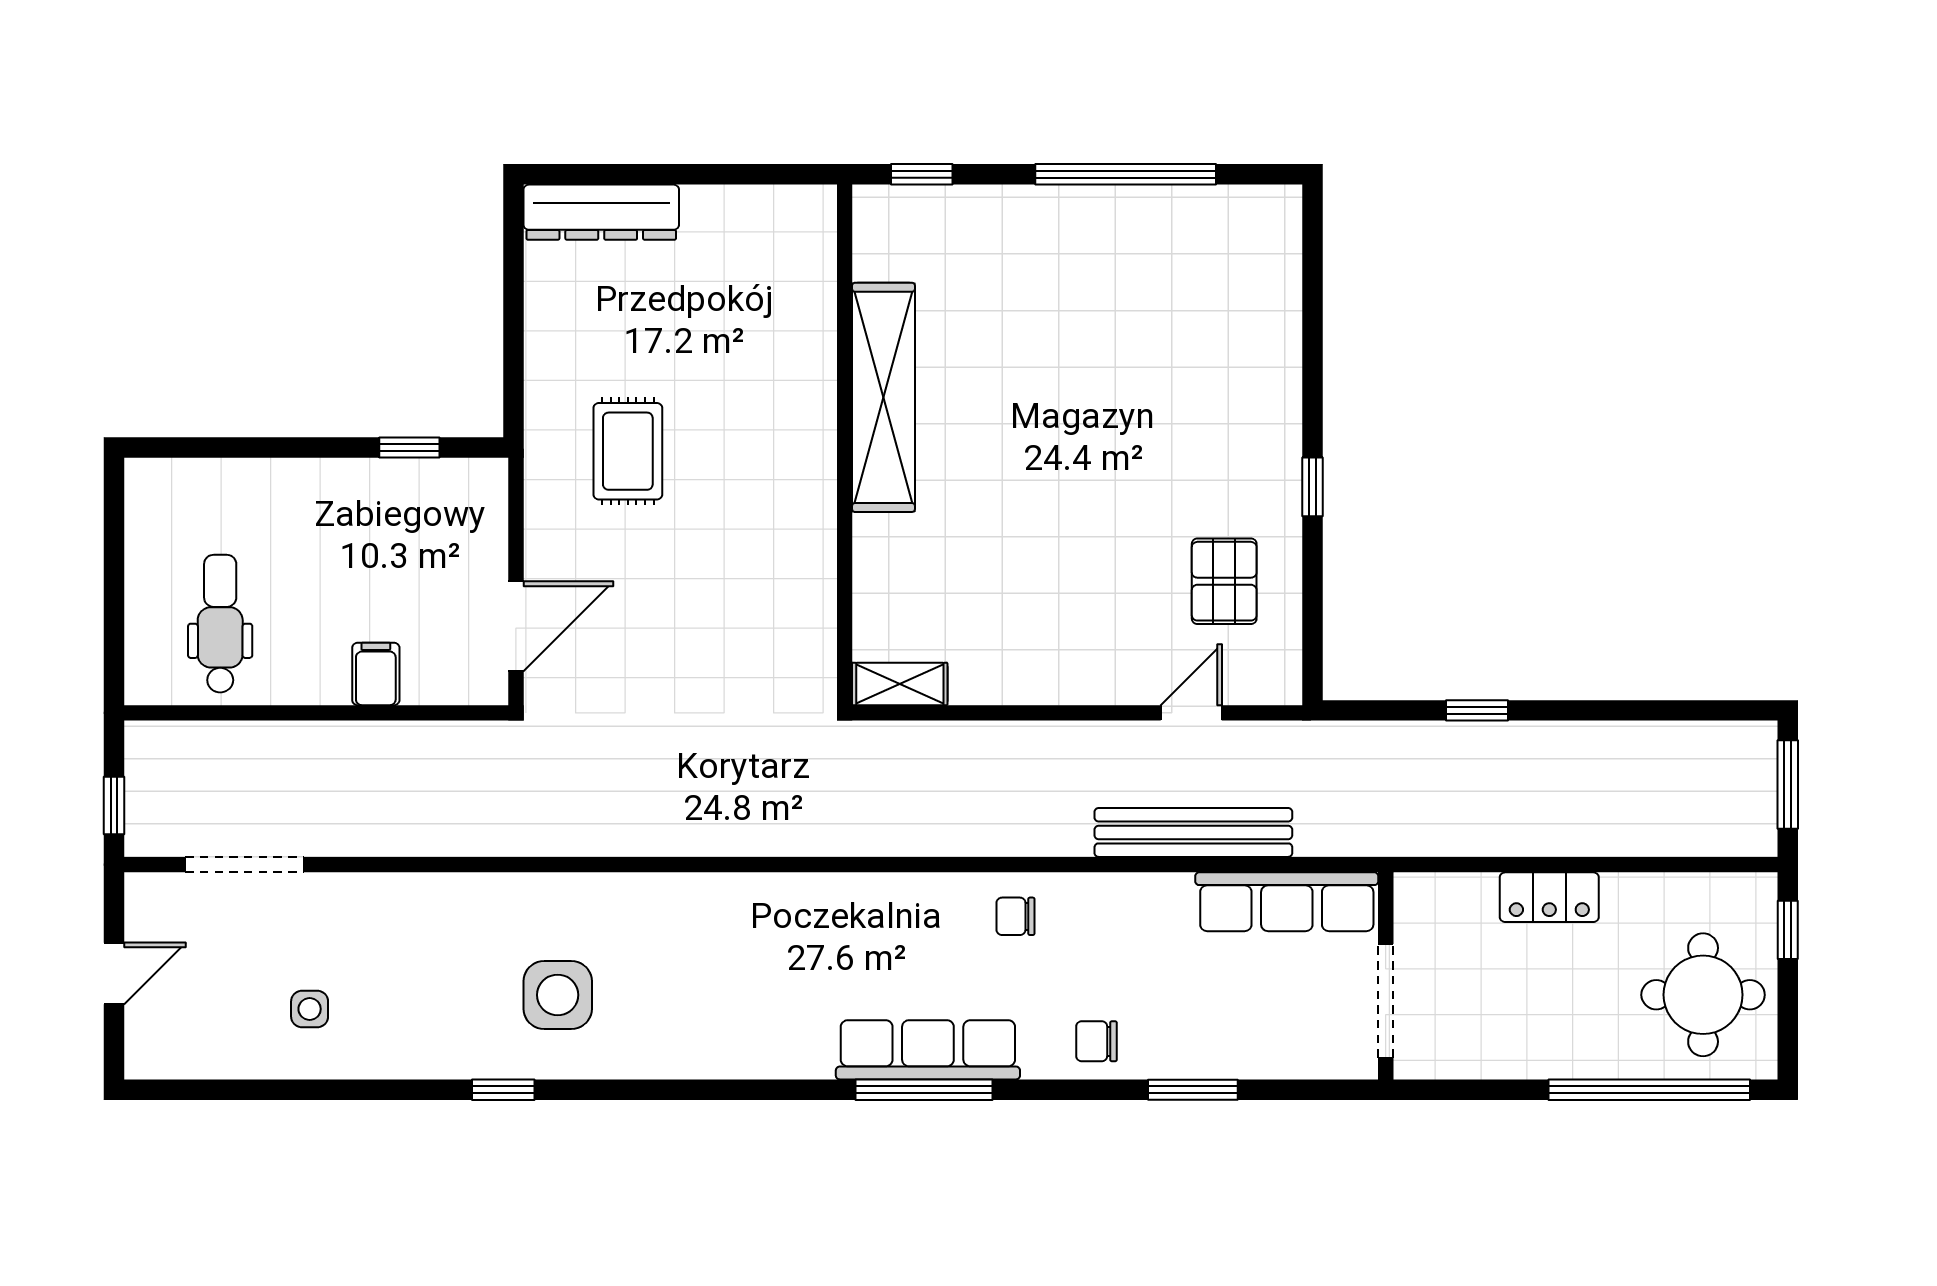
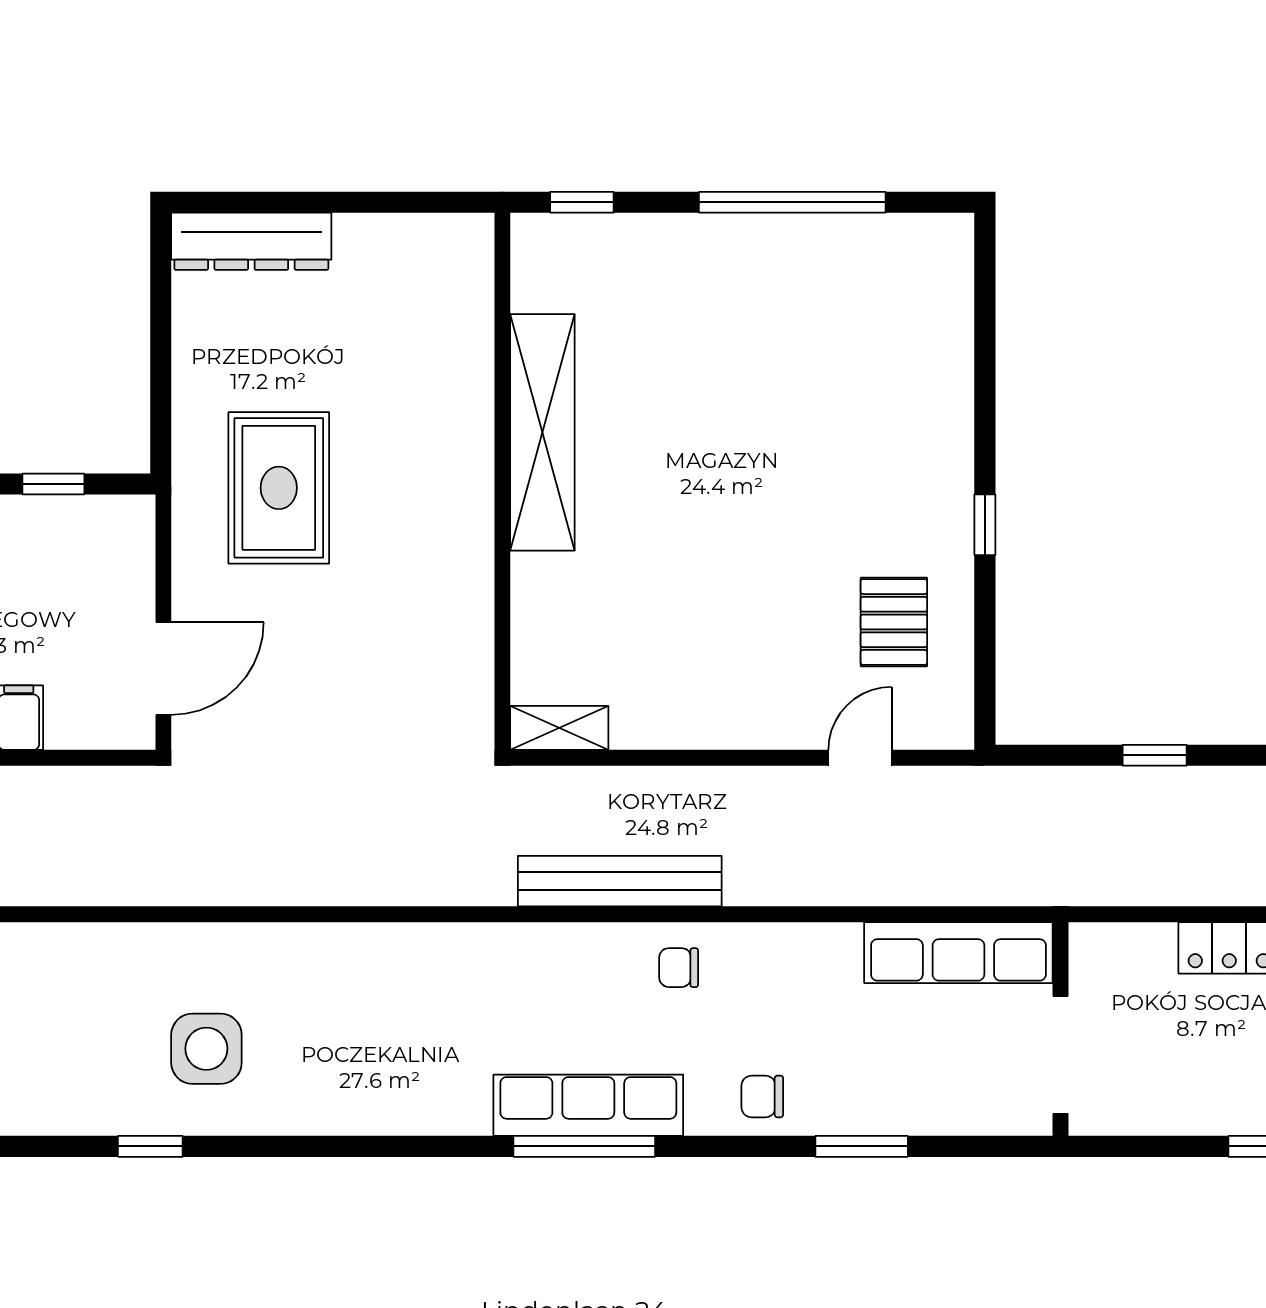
rug: (628, 451) -> (279, 488), width x1.36, depth x1.43
bench: (1193, 832) -> (620, 881), moved

